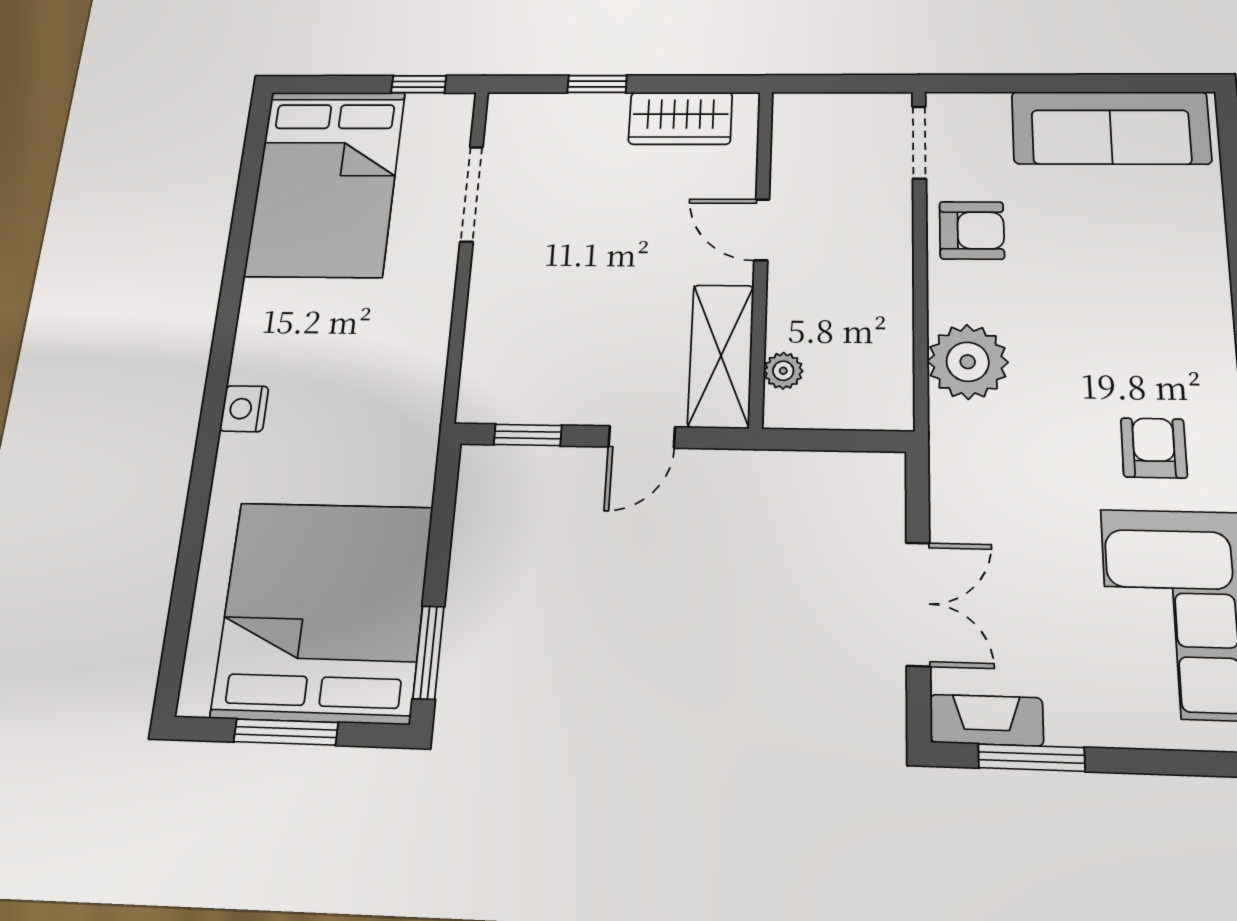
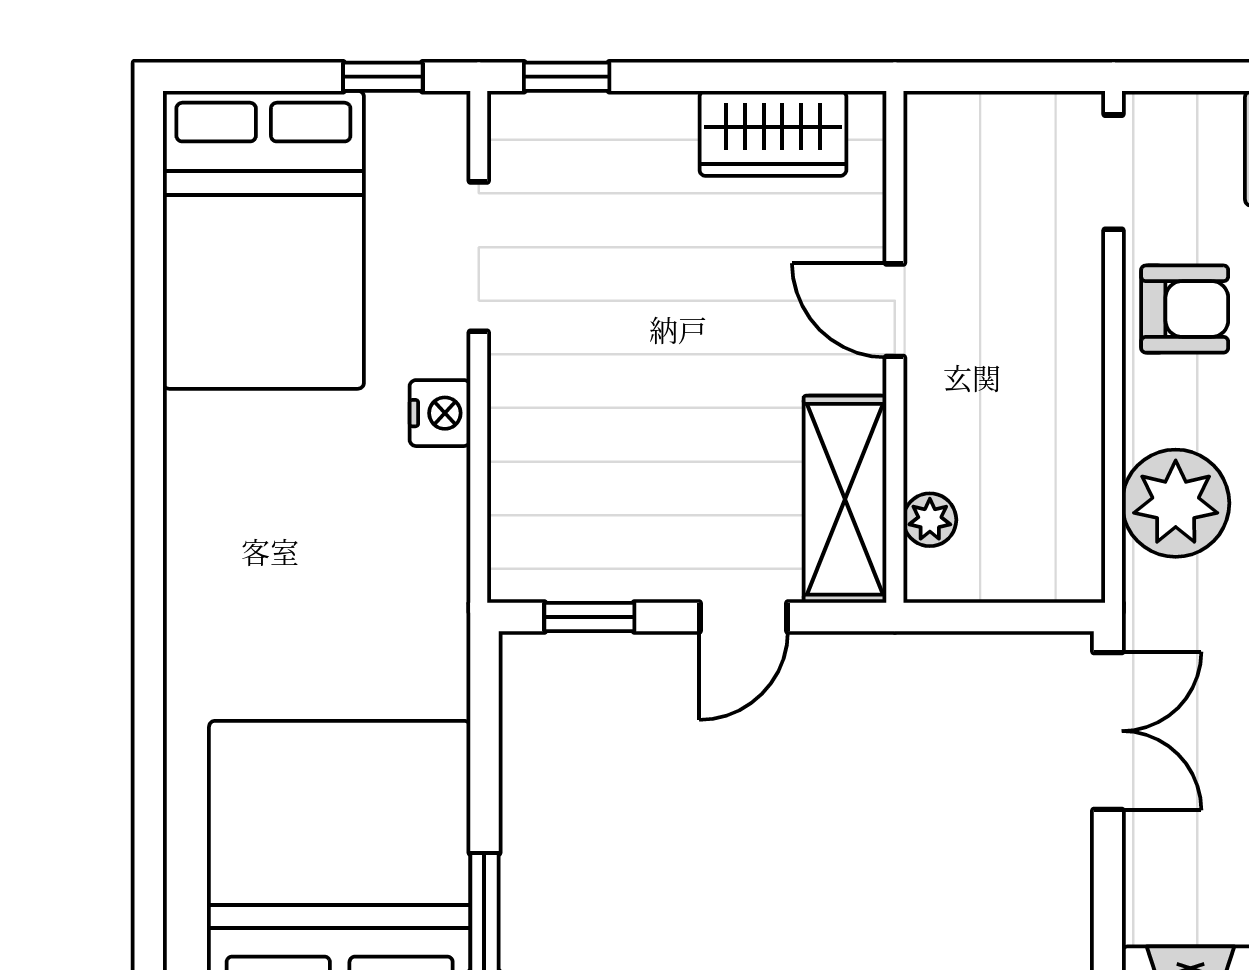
window: (597, 84) -> (567, 77), moved
nightstand: (244, 409) -> (440, 413), moved, turned 180
double door: (918, 604) -> (1108, 731), moved

